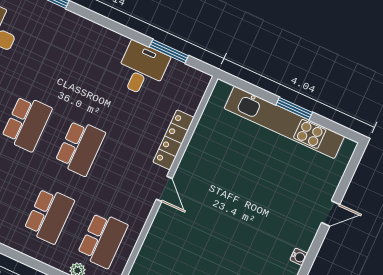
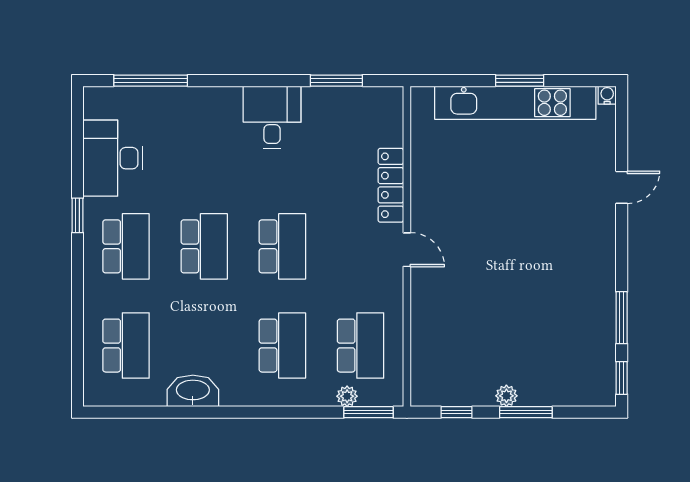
desk: (142, 69) -> (272, 117), moved
water cooler: (299, 257) -> (607, 95), moved, turned -90

